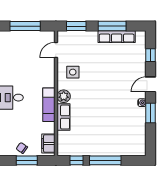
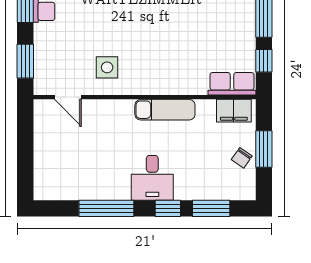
window: (25, 26) -> (25, 152), removed
plant: (64, 96) -> (150, 84), removed
row of seats: (64, 117) -> (232, 84), moved

